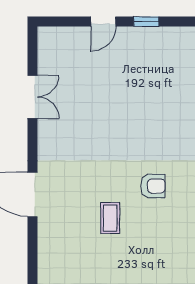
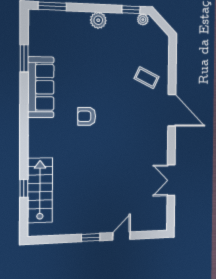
coffee table: (110, 218) -> (147, 78), moved, turned -64

